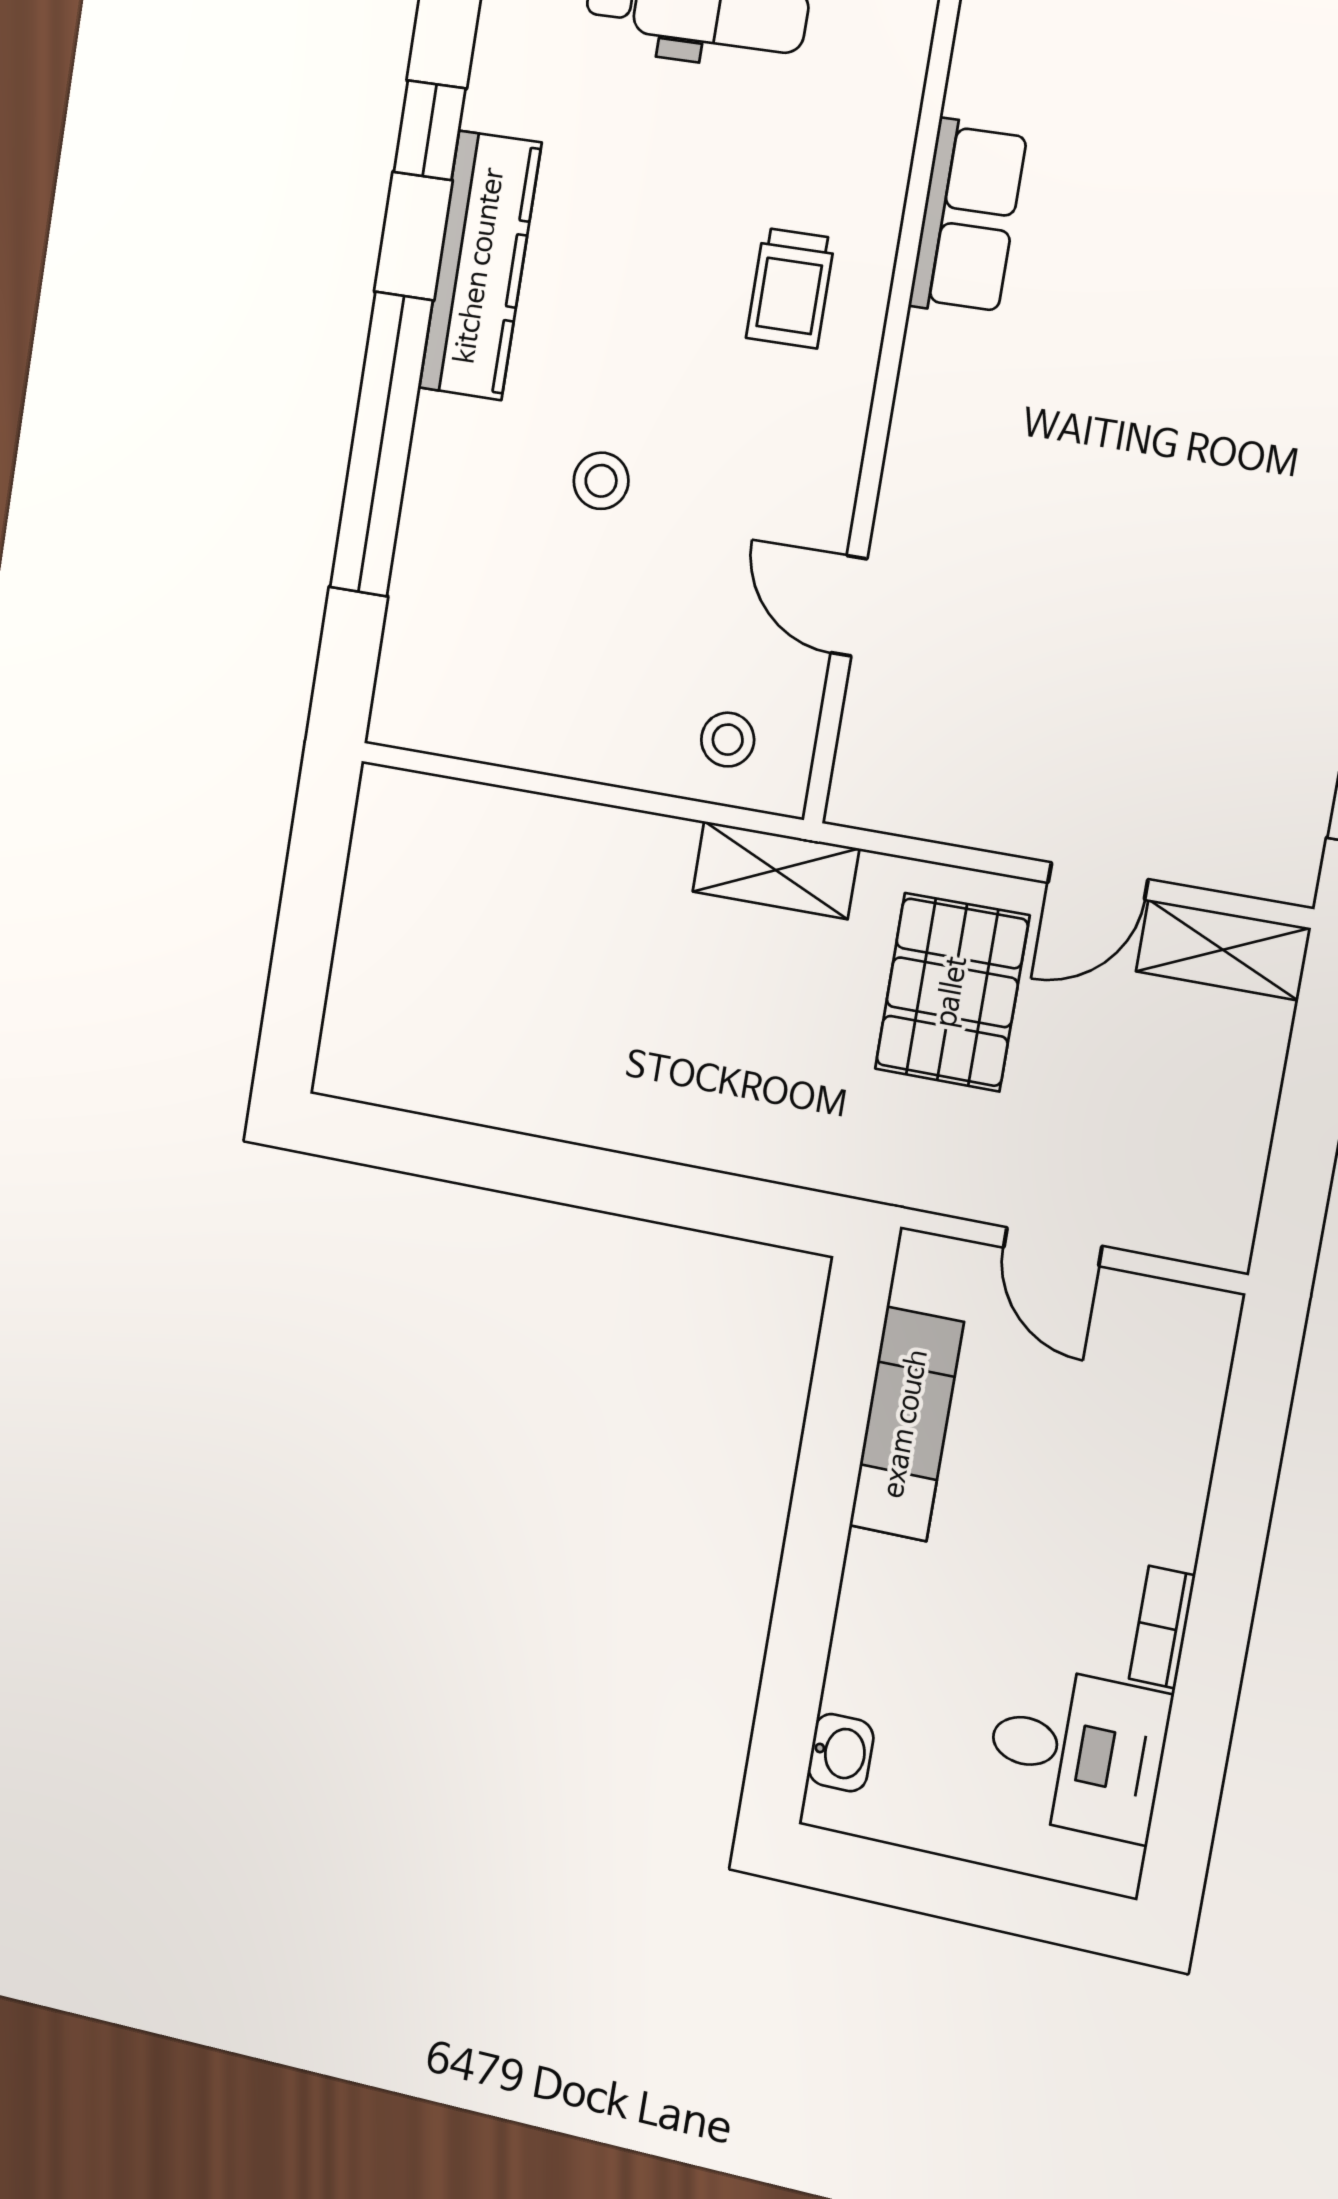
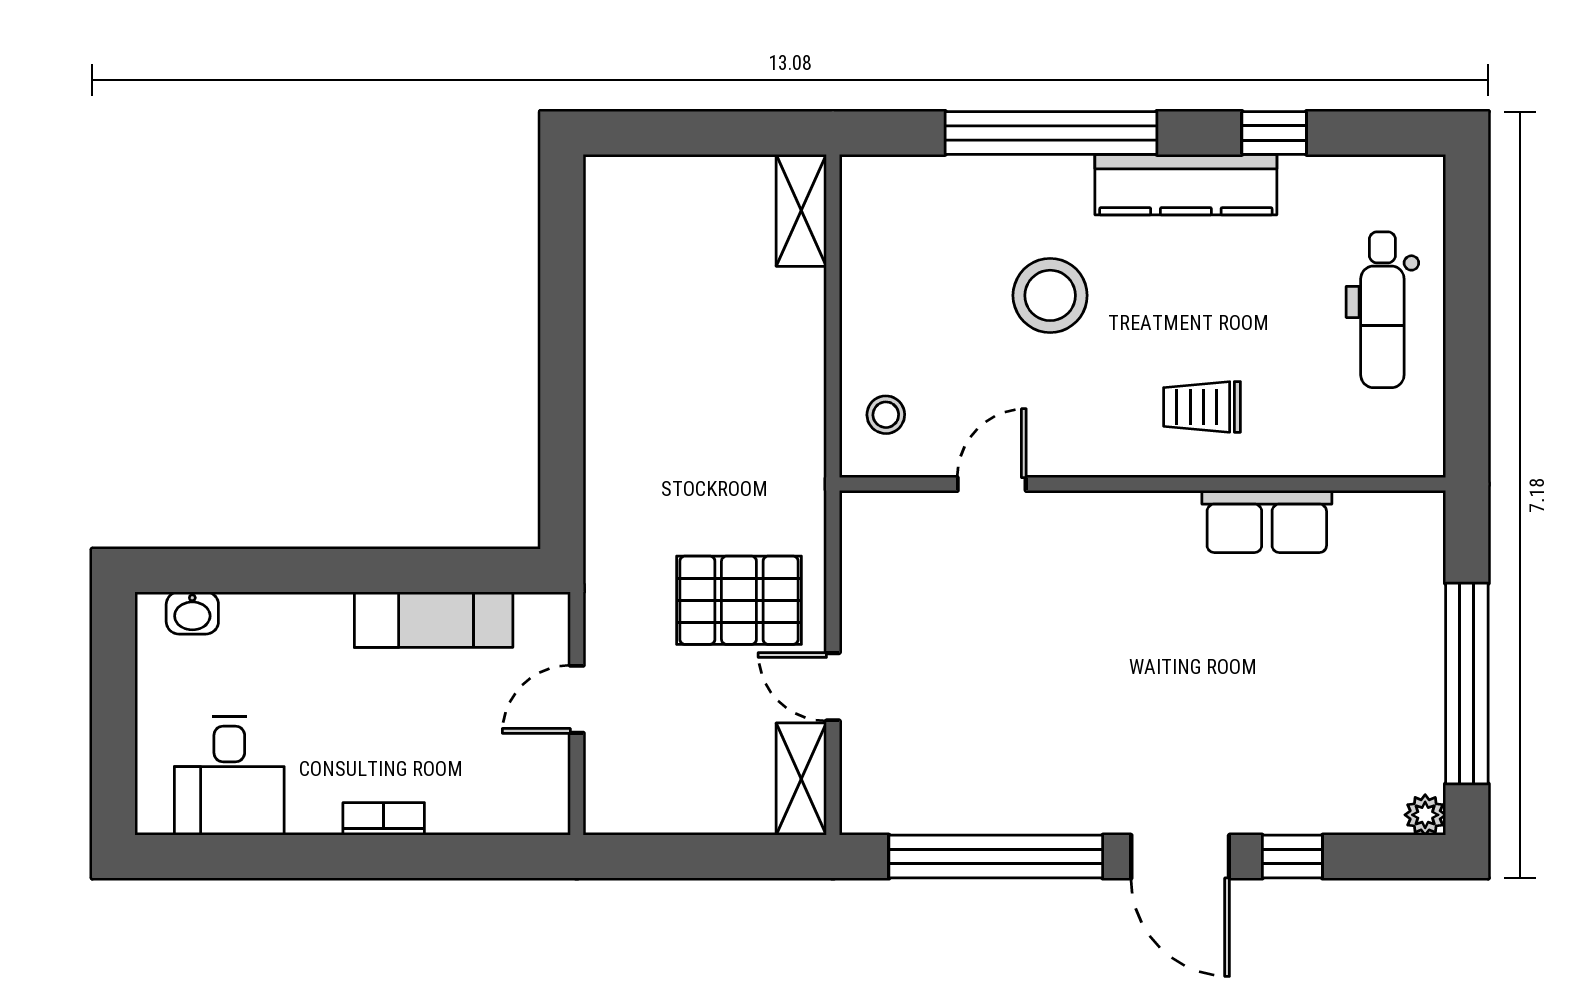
stool: (601, 481) -> (1050, 295), width x1.89, depth x1.89
shelving: (776, 870) -> (801, 210), moved
bookcase: (1162, 1627) -> (384, 819), moved

